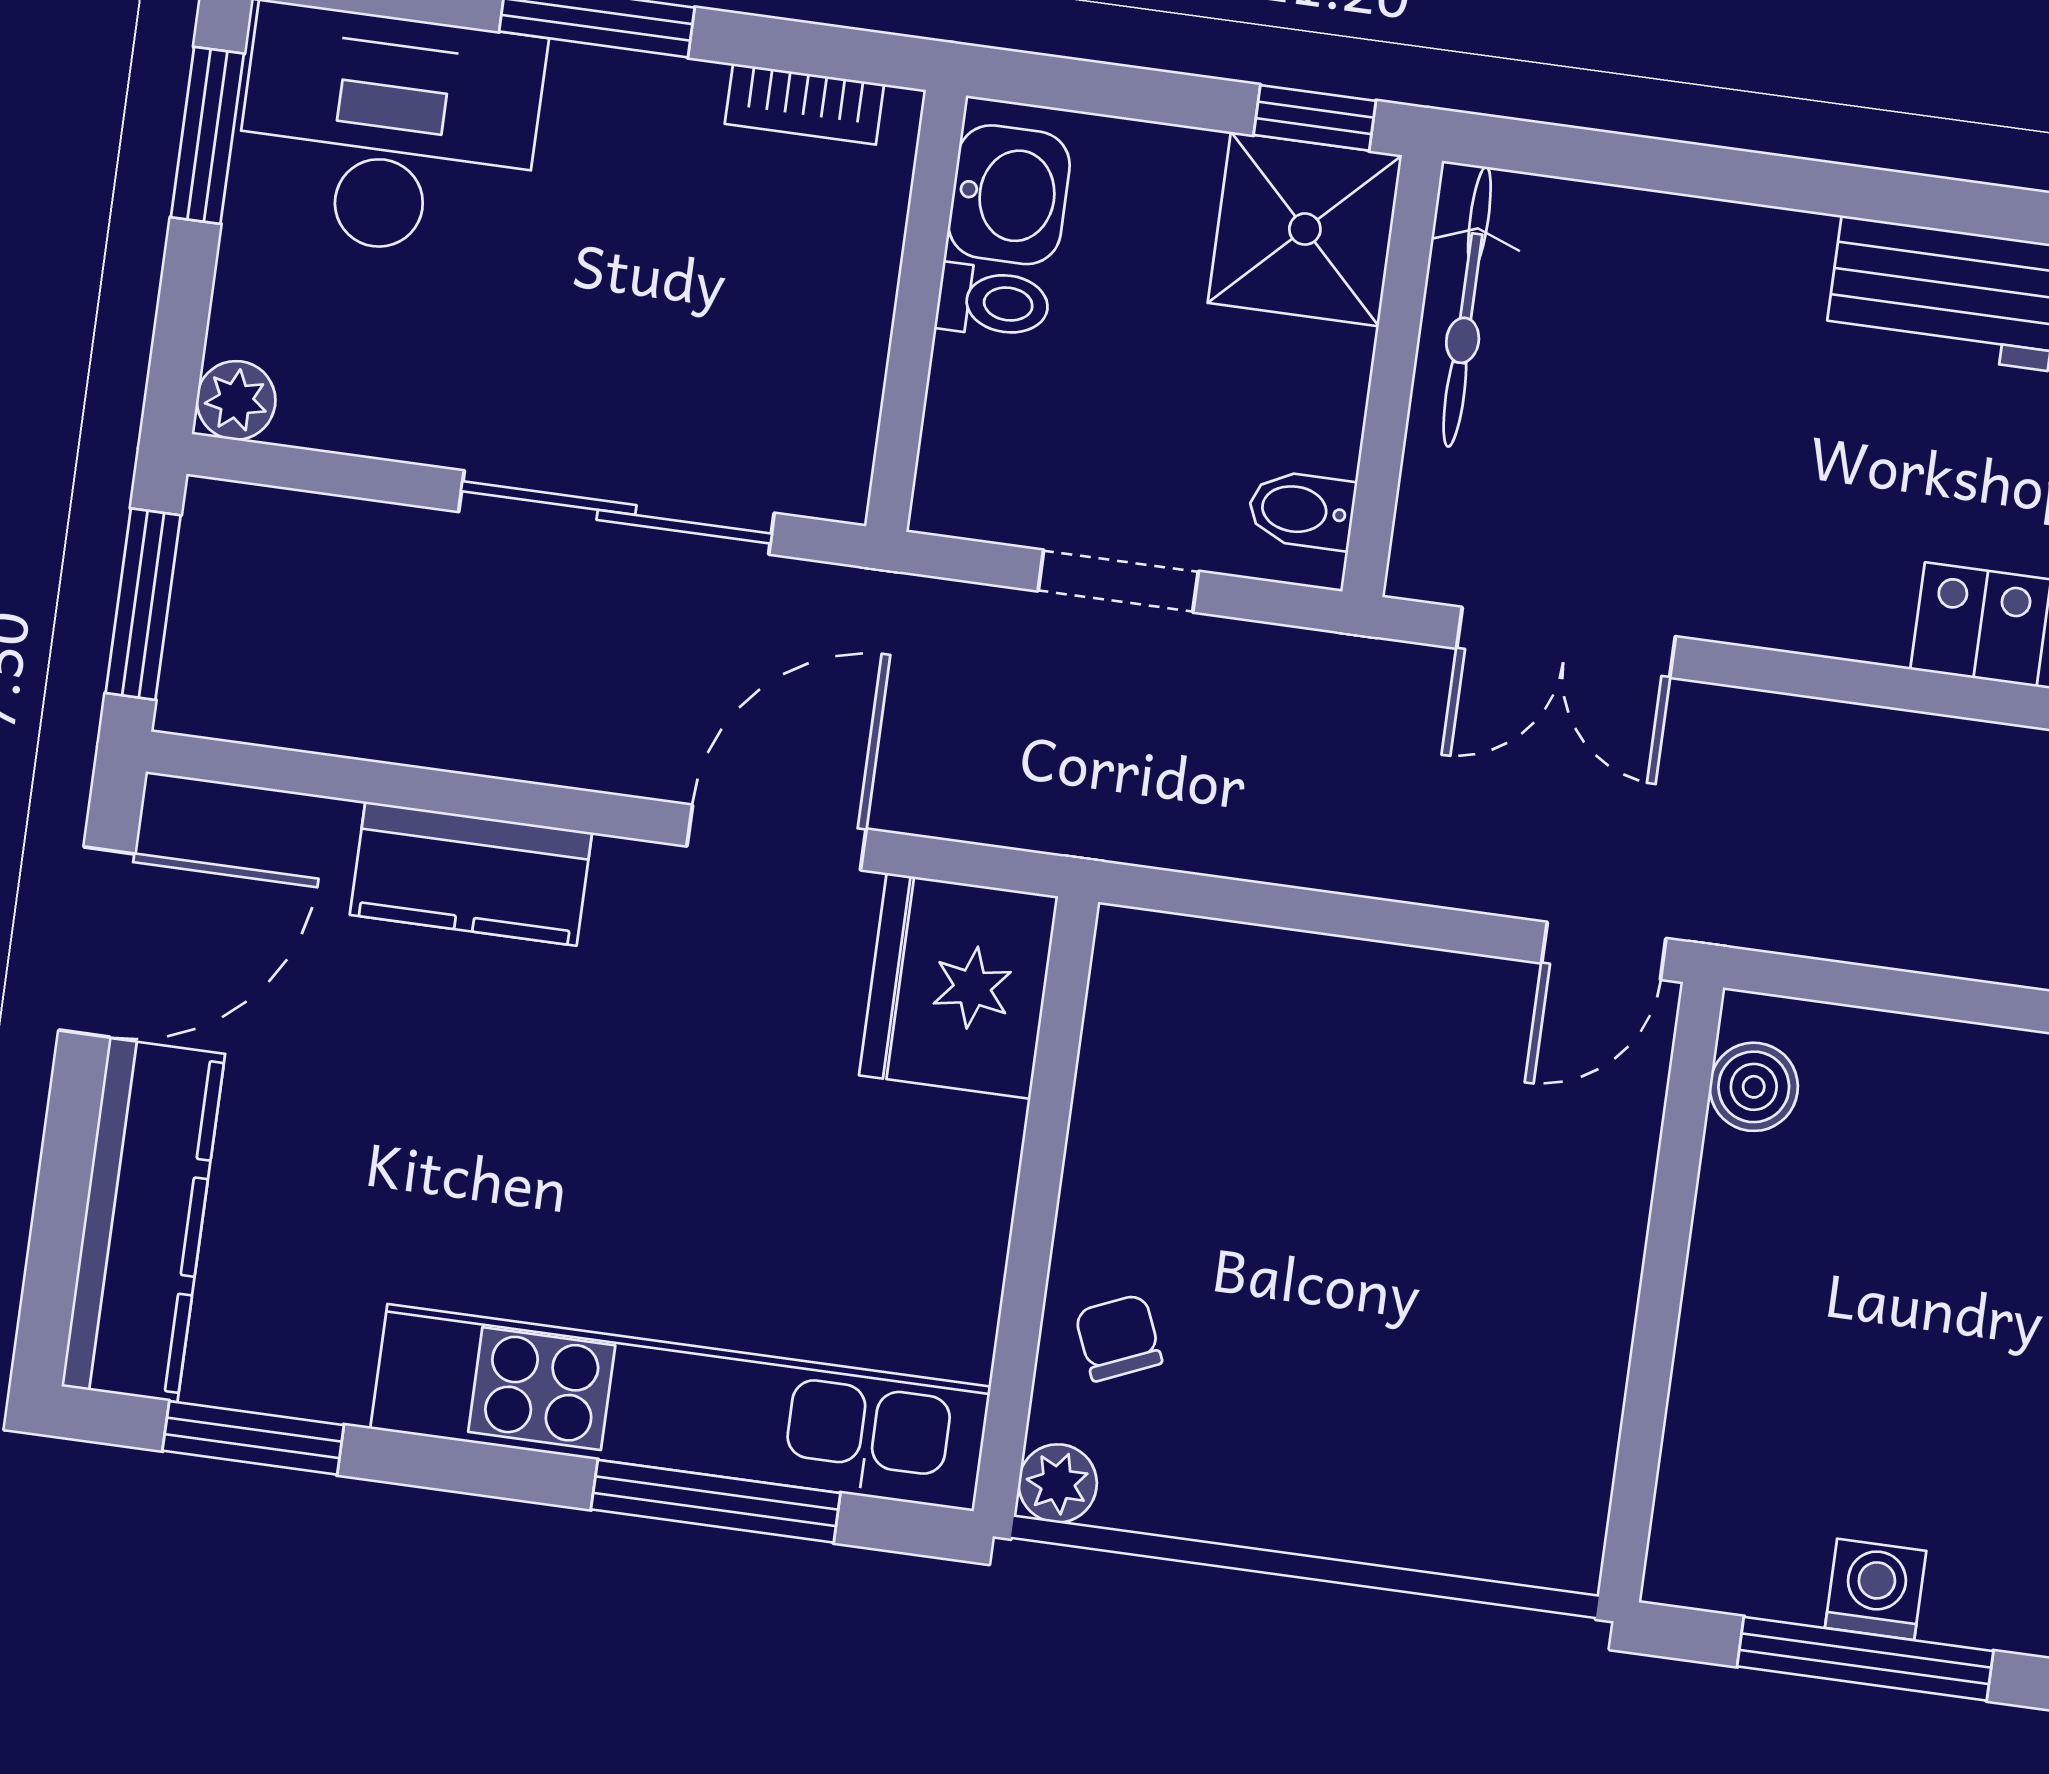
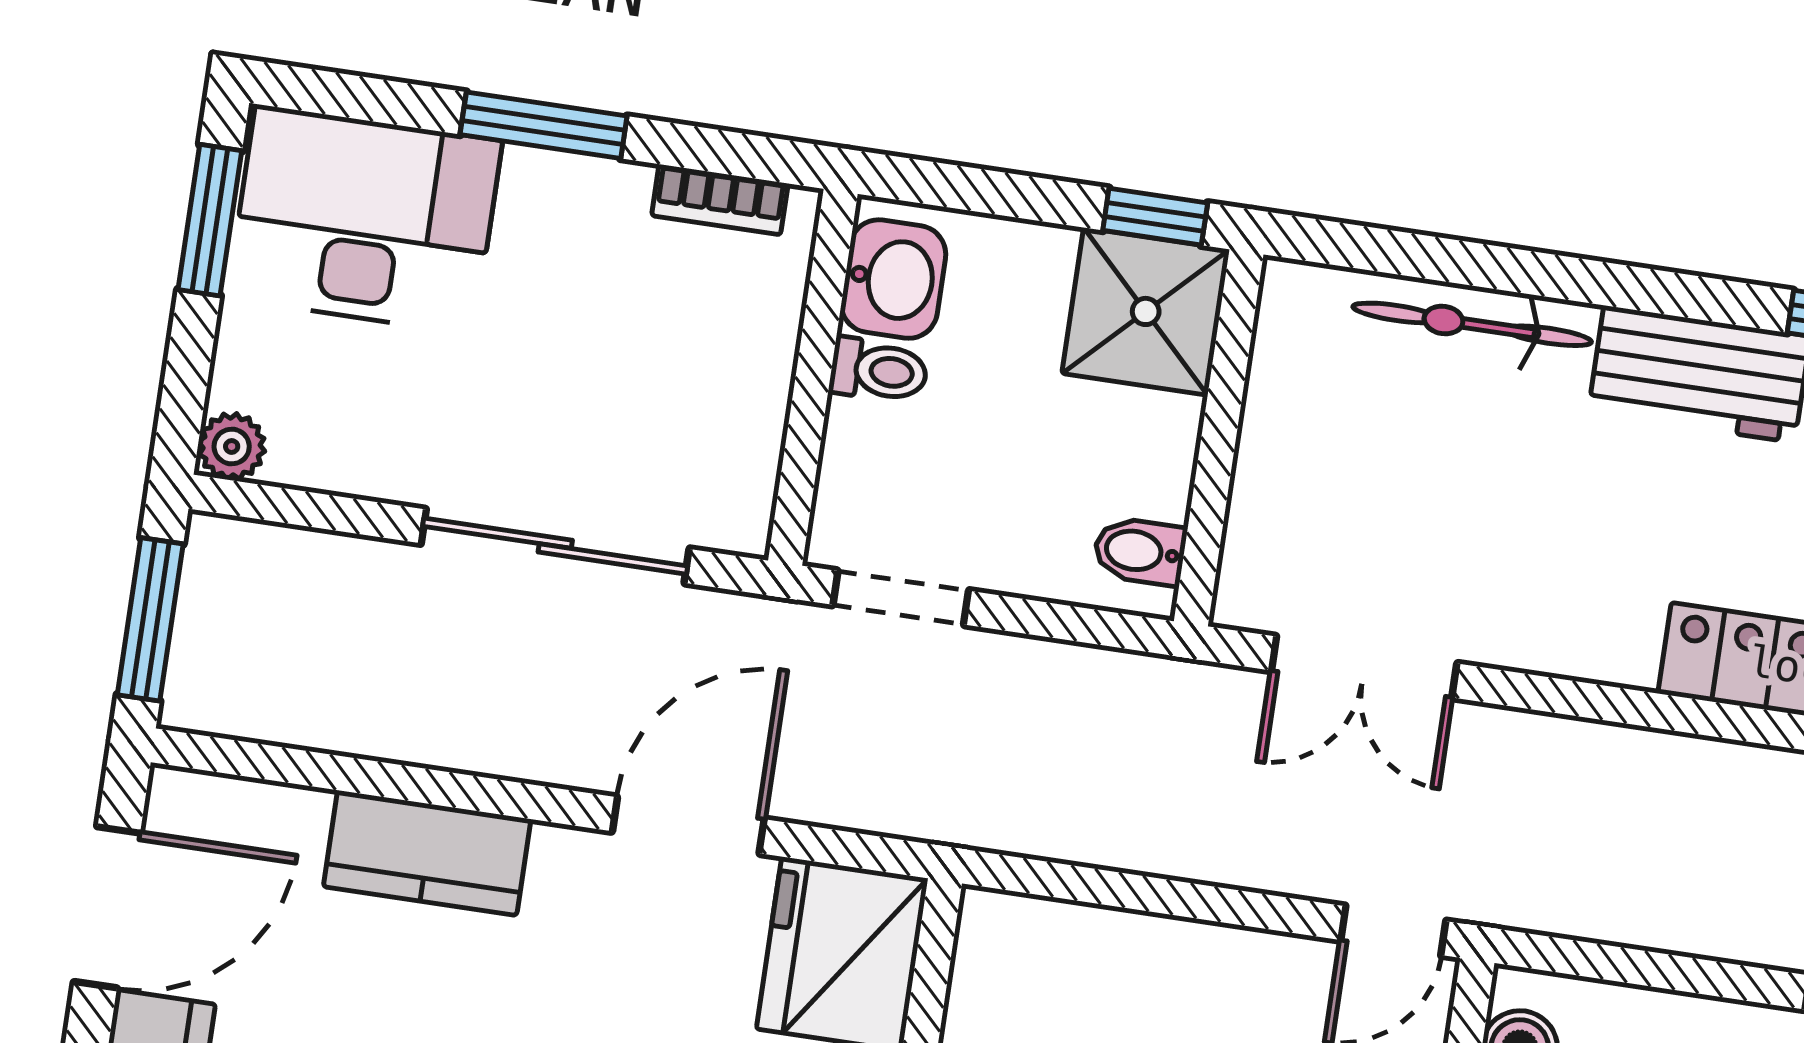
bicycle: (1467, 307) -> (1472, 324), moved, turned 90
doorway: (1118, 581) -> (901, 598), moved

